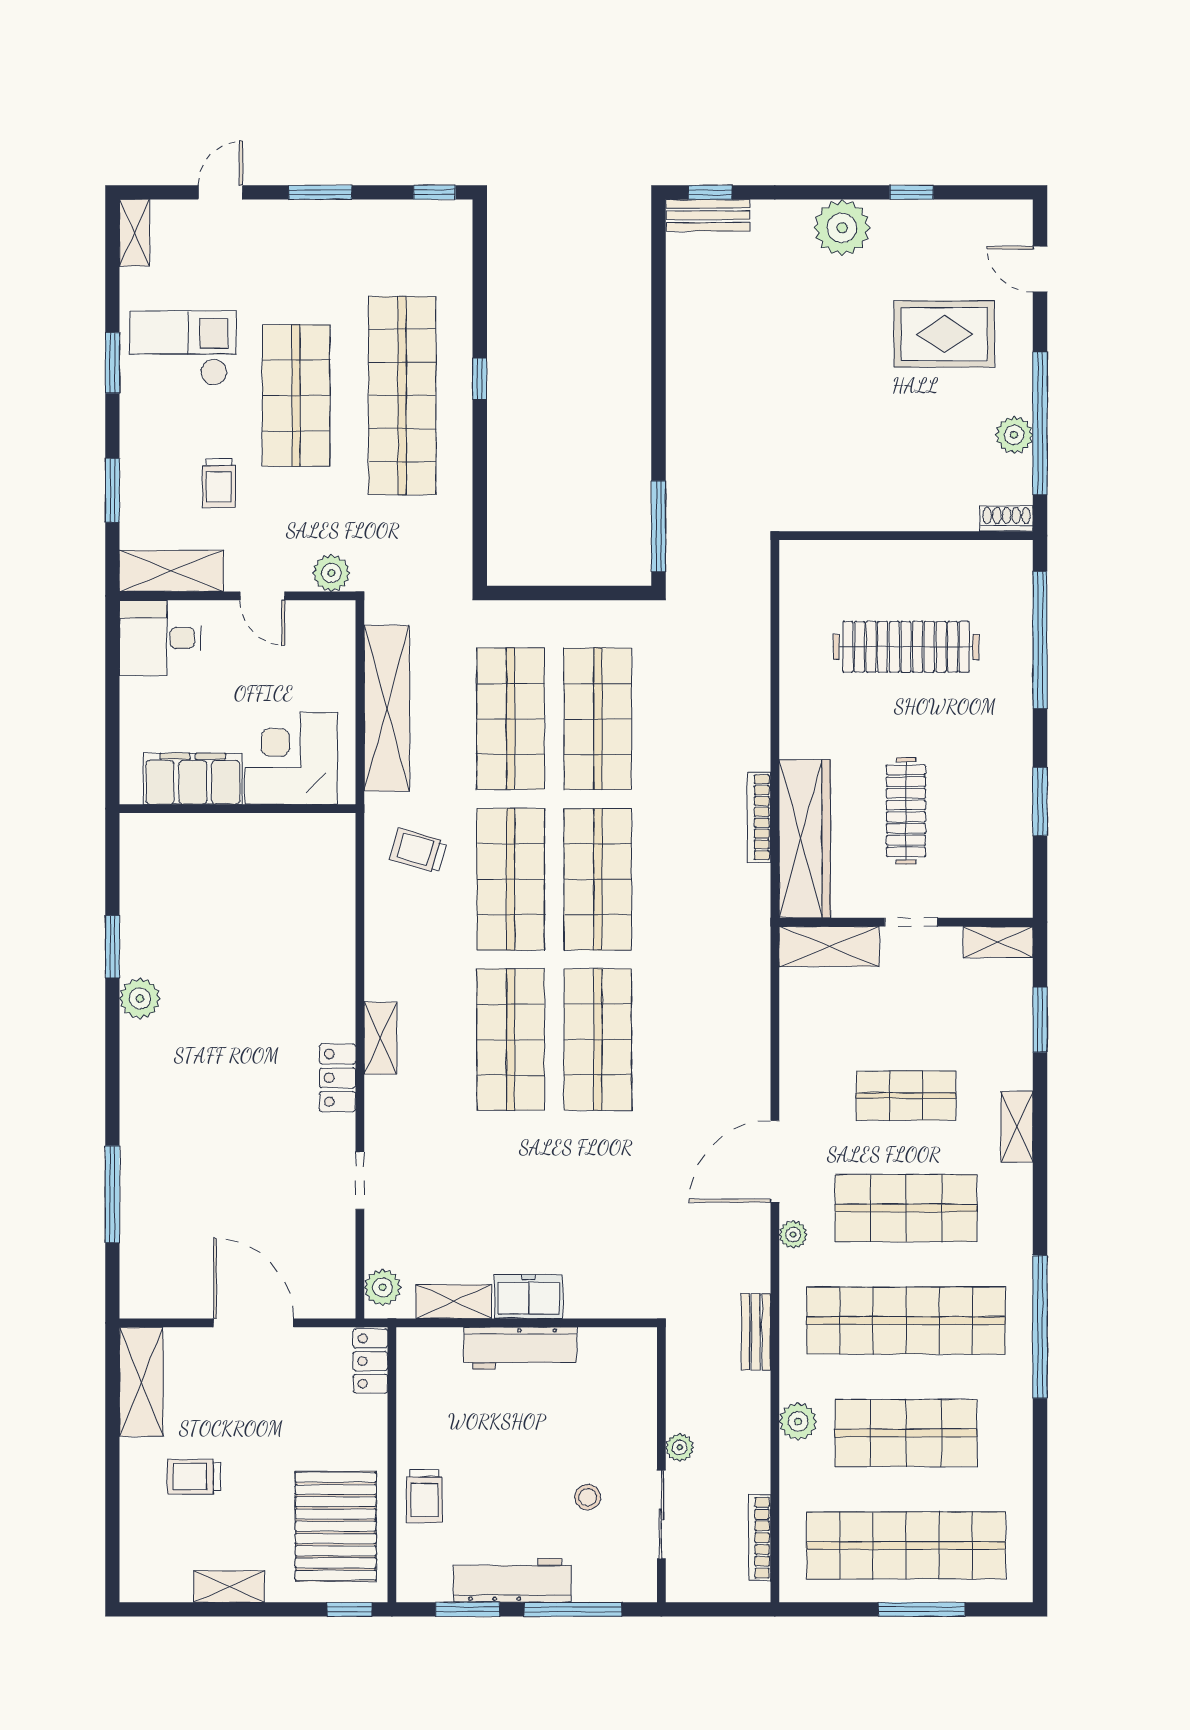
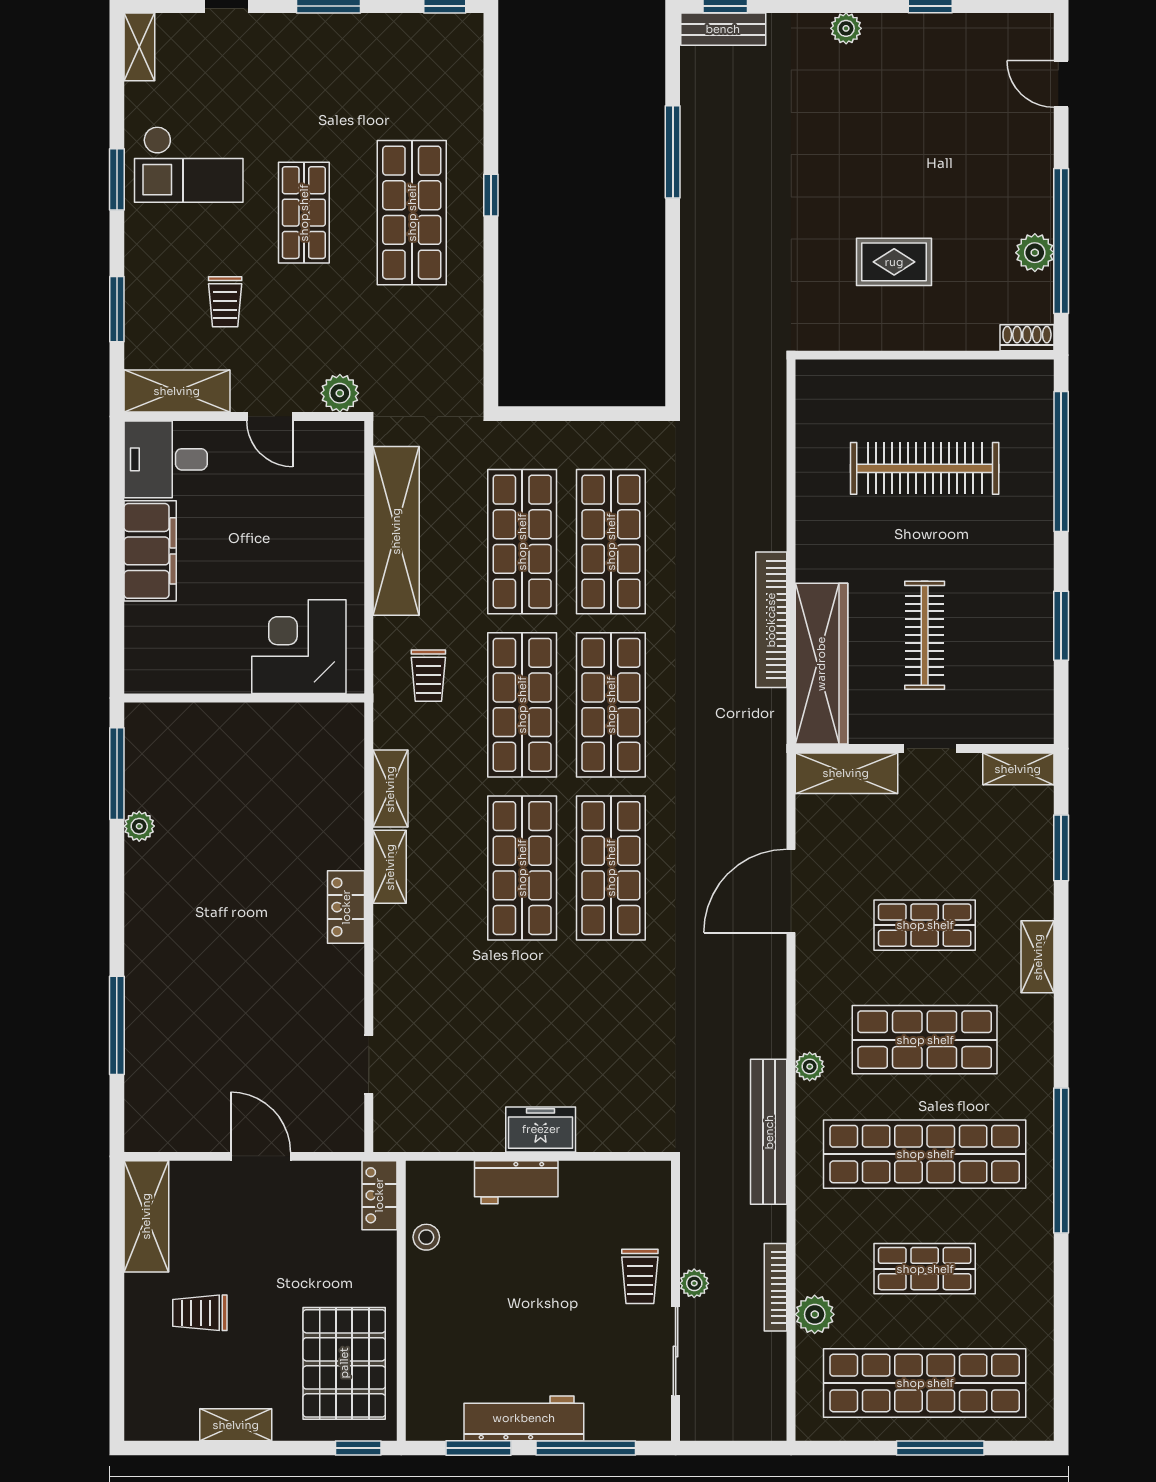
plant: (842, 228) -> (846, 28), width x0.53, depth x0.53
rug: (944, 334) -> (894, 262), moved, width x0.73, depth x0.70
checkout: (183, 348) -> (189, 164), turned 180
shop shelf: (296, 396) -> (304, 213), width x0.70, depth x0.74
shop shelf: (402, 396) -> (412, 213), width x0.71
window: (658, 526) -> (673, 152), moved
corner desk: (291, 758) -> (299, 647), moved
filing cabinet: (193, 779) -> (150, 551), moved, turned 90
wall: (238, 809) -> (244, 698), moved
bookcase: (759, 817) -> (771, 620), width x1.48, depth x1.31
trolley: (418, 851) -> (428, 676), turned -106
window: (112, 947) -> (117, 774), width x1.44
plant: (140, 998) -> (139, 826), width x0.73, depth x0.73
door: (775, 1161) -> (791, 891), moved
doorway: (360, 1181) -> (369, 1064), moved
plant: (383, 1287) -> (392, 1120), removed
shelving: (454, 1302) -> (390, 789), moved, turned 90
door: (254, 1323) -> (261, 1156), width x0.73
bench: (756, 1332) -> (769, 1132), width x1.86, depth x1.21
workbench: (520, 1348) -> (516, 1182), width x0.73
plant: (798, 1421) -> (815, 1314), moved
shop shelf: (906, 1433) -> (925, 1269), width x0.70, depth x0.74
trolley: (424, 1496) -> (640, 1276), moved
stool: (588, 1497) -> (426, 1237), moved
bookcase: (760, 1538) -> (776, 1287), moved

